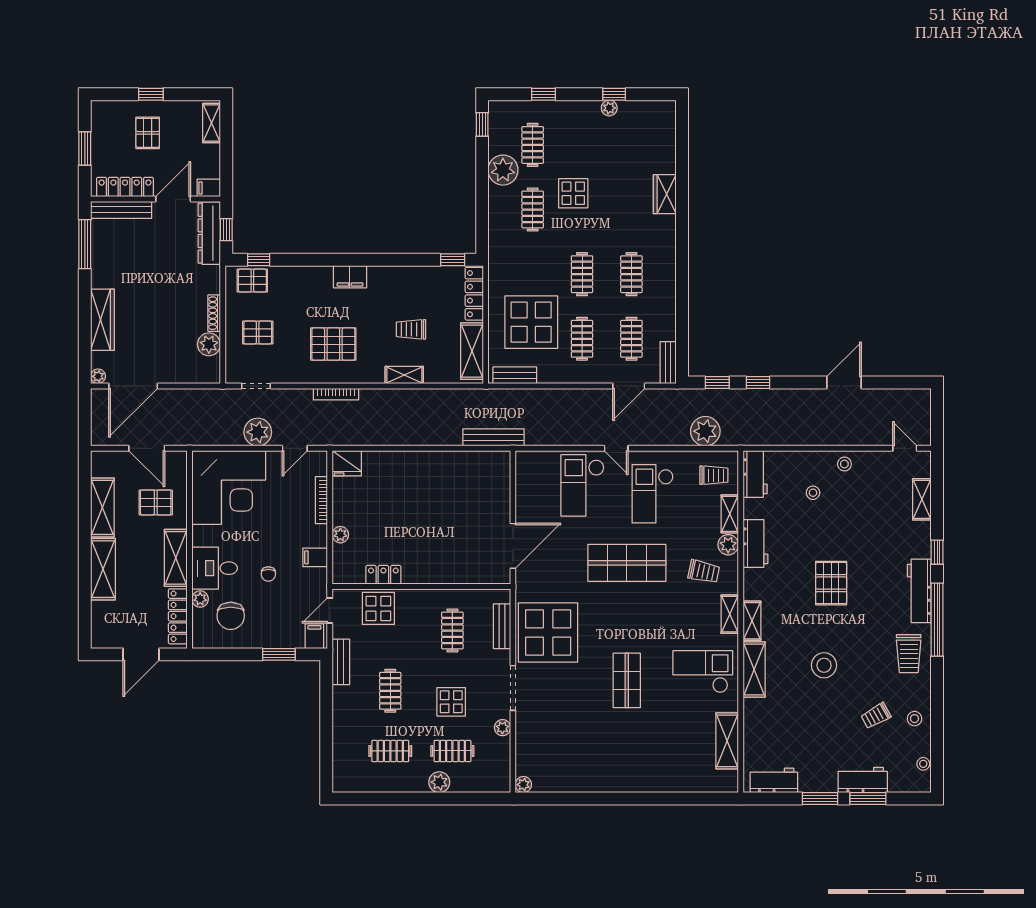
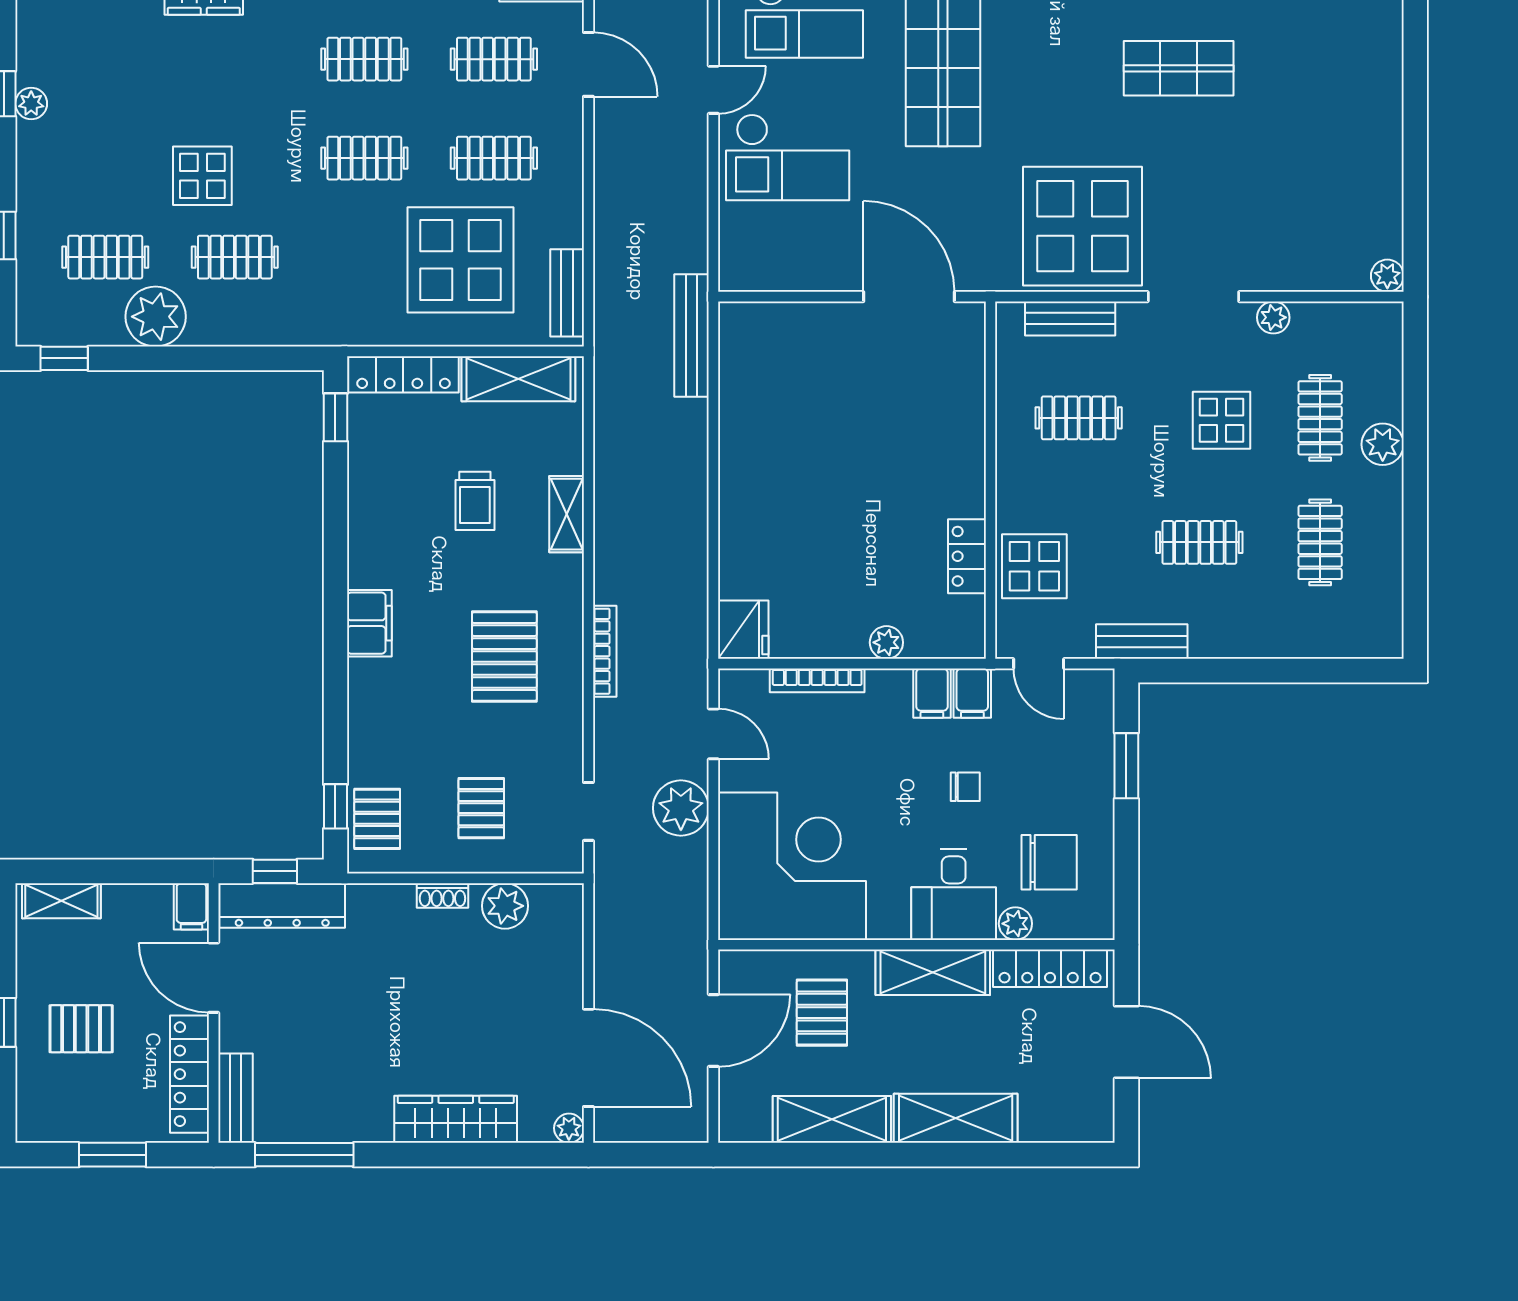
bench: (121, 210) -> (235, 1098), width x0.73
shoe rack: (214, 313) -> (442, 895), width x0.70
filing cabinet: (314, 636) -> (972, 693), moved, turned -90

